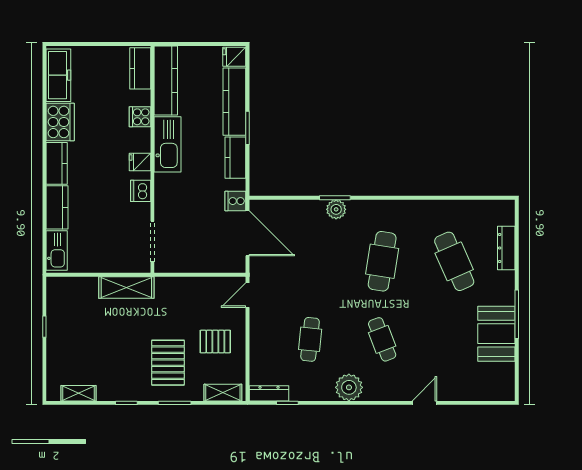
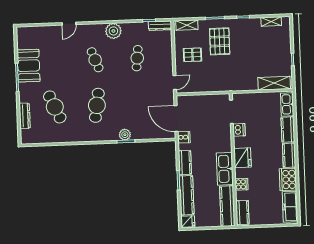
fridge: (140, 162) -> (243, 158), width x1.88, depth x1.34
dishwasher: (141, 191) -> (239, 130), moved
shelving: (126, 288) -> (274, 83), moved

